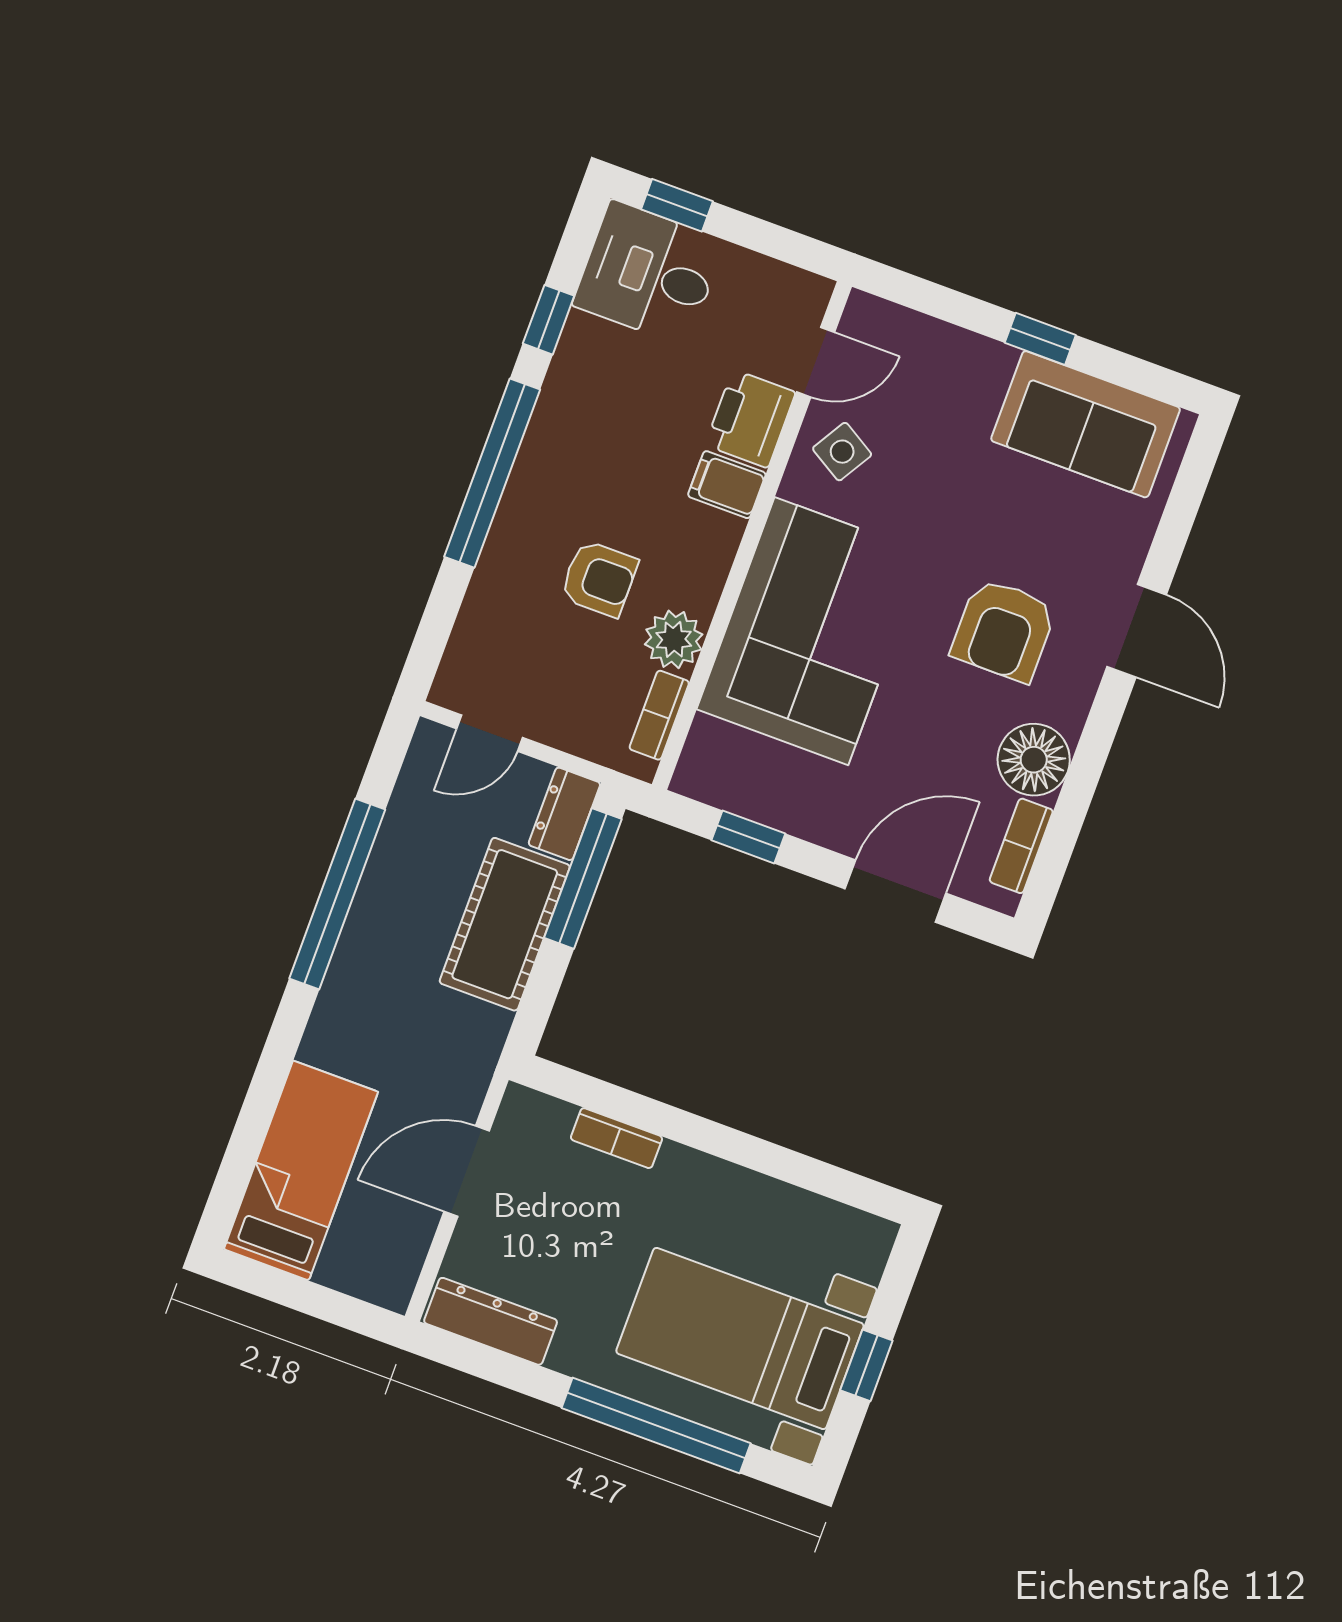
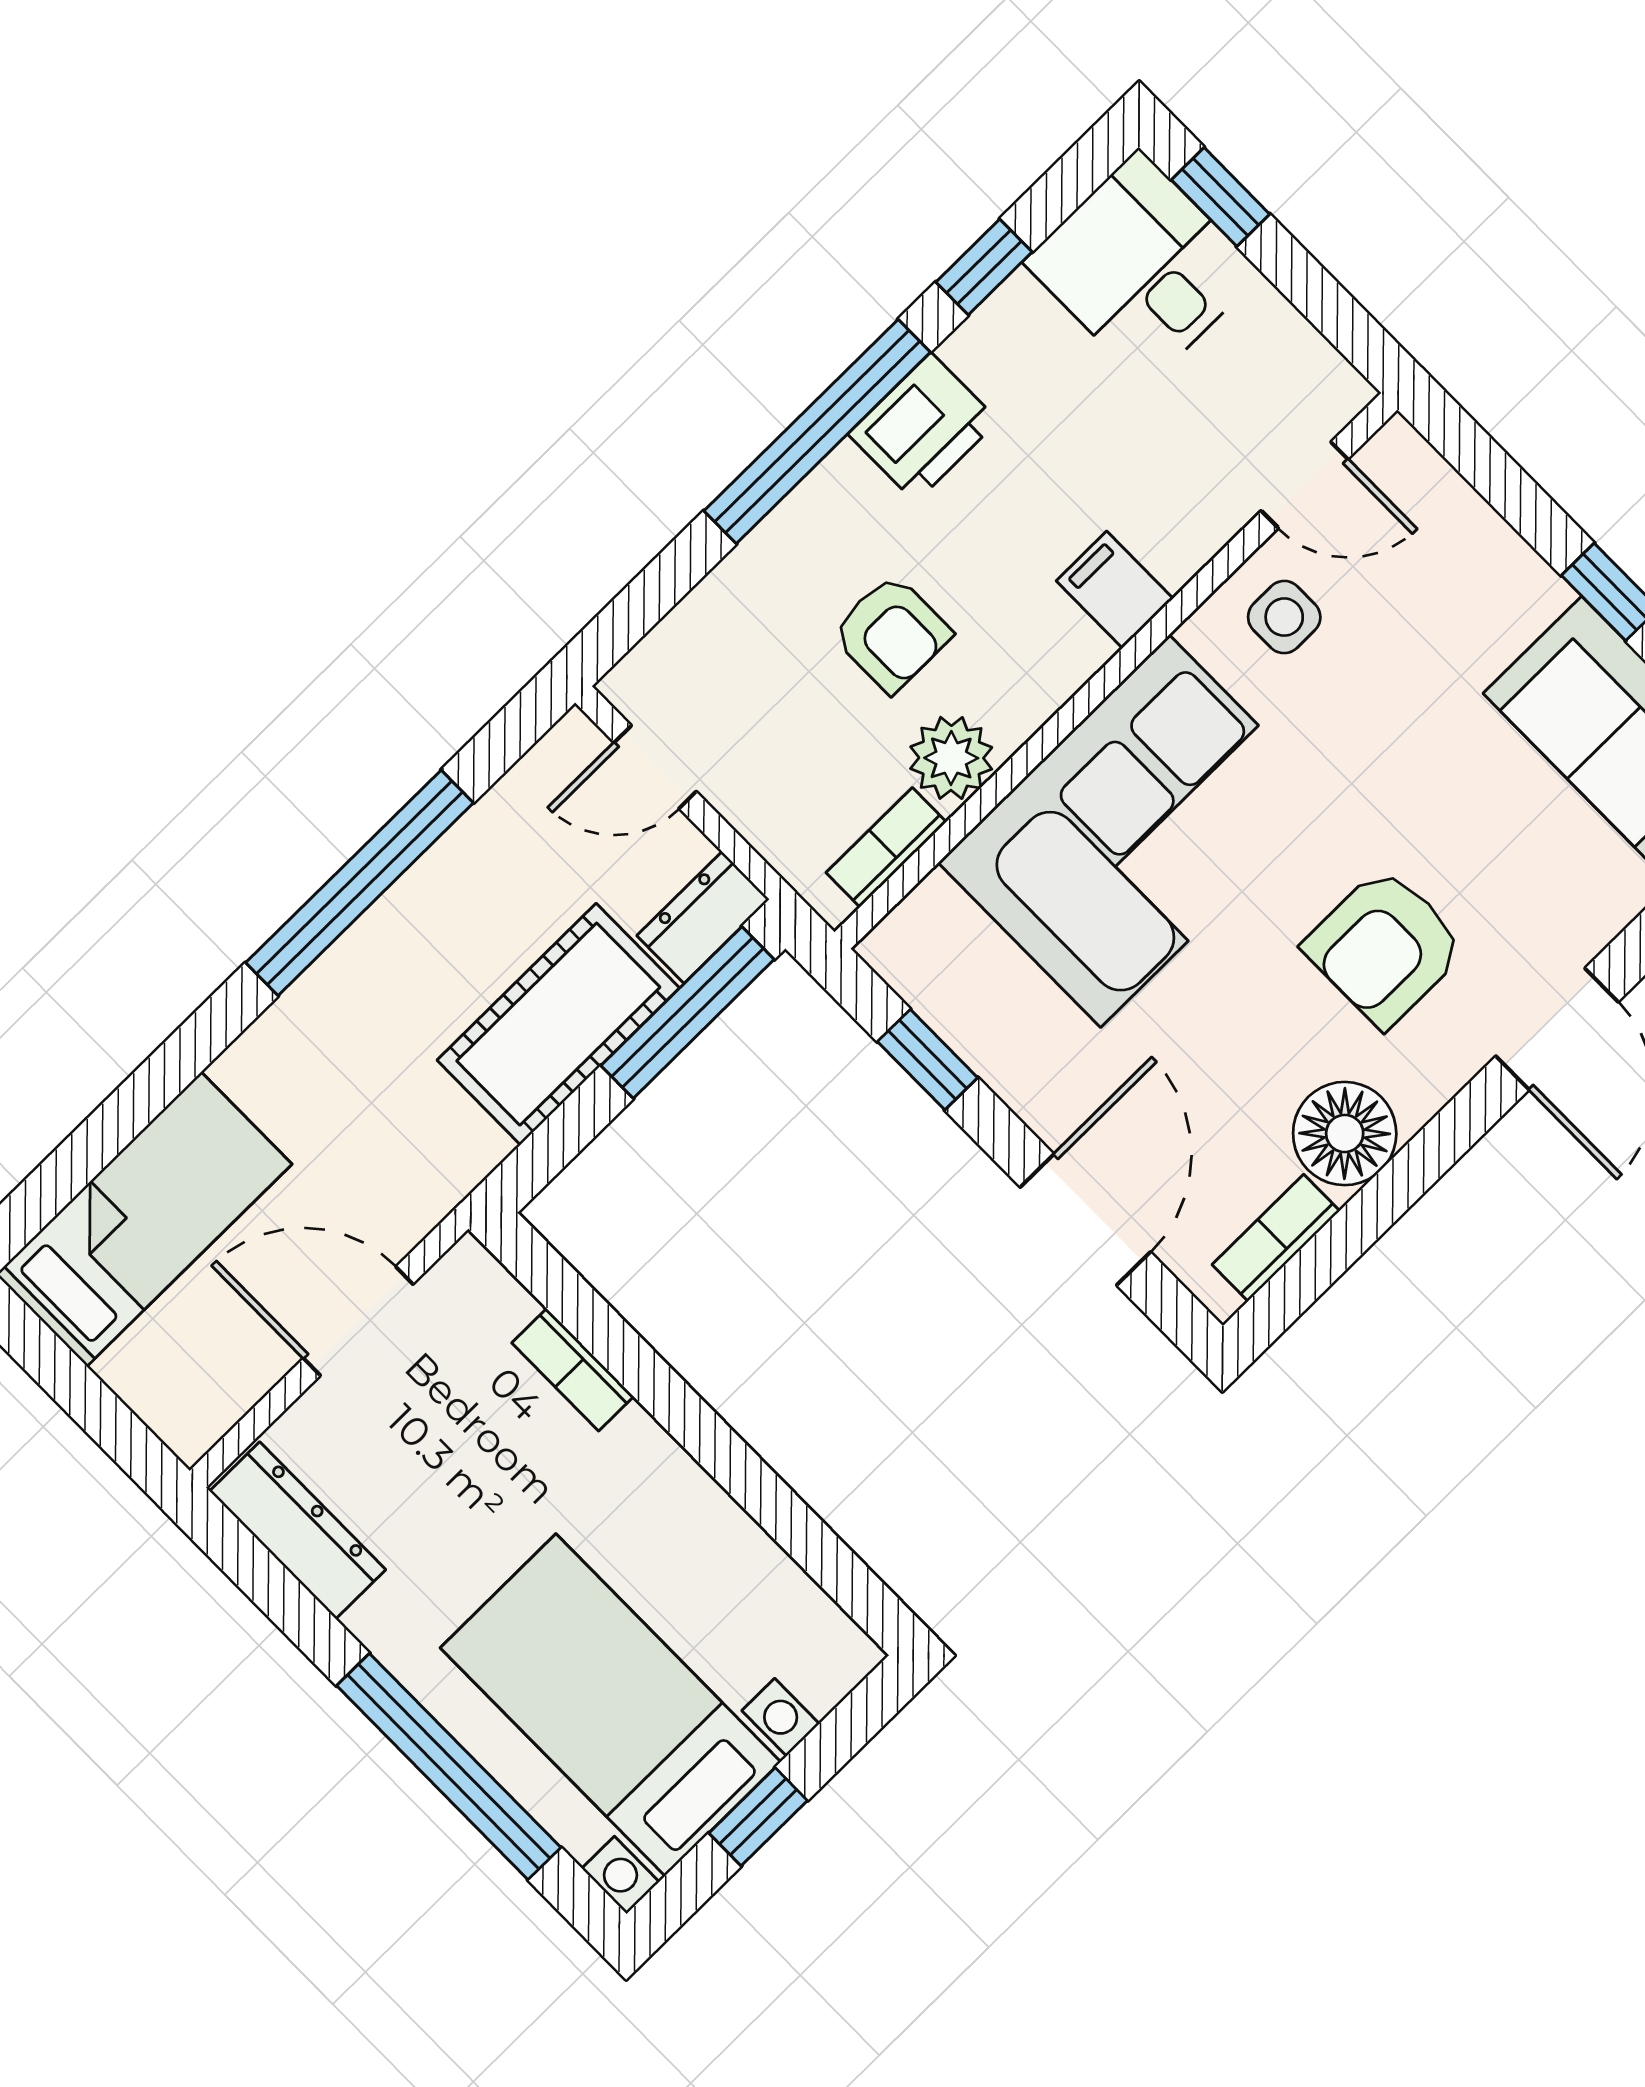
printer: (750, 419) -> (923, 427), moved, turned 180
side table: (842, 452) -> (1284, 617), turned -31
door: (896, 891) -> (1085, 1220), hinge flipped

